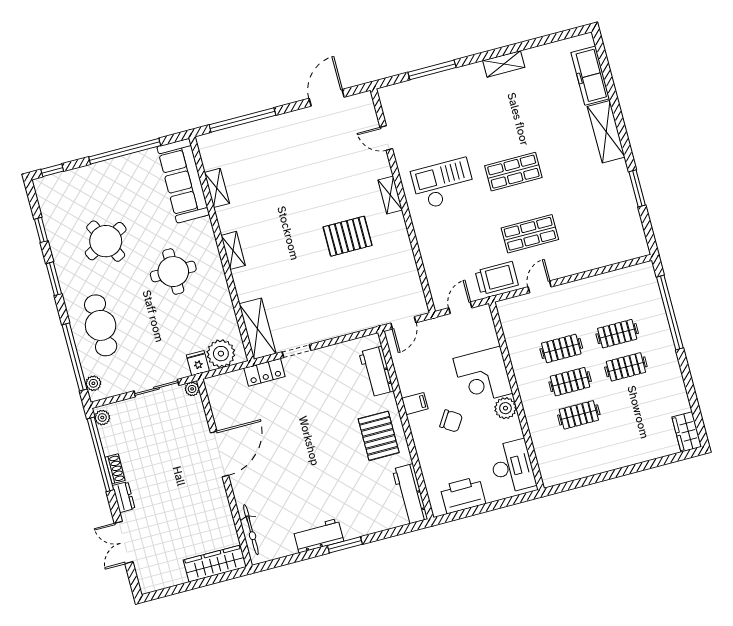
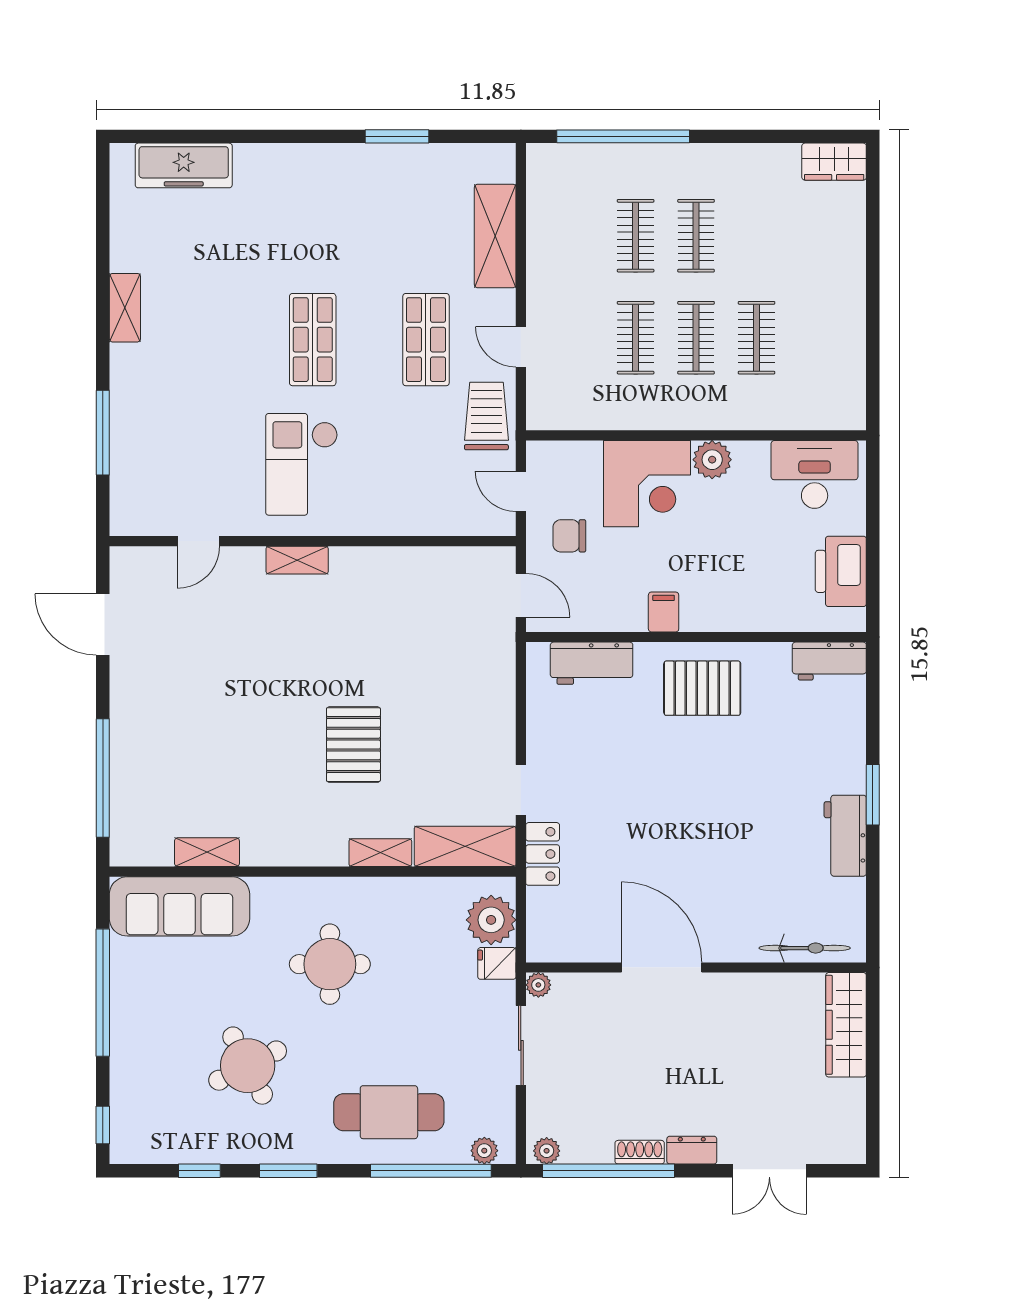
shelving: (606, 132) -> (495, 236), moved, turned 90
pallet: (348, 236) -> (353, 745), moved
shelving: (233, 250) -> (380, 853), moved
chair: (451, 421) -> (569, 536), moved, turned -123
workbench: (410, 494) -> (829, 661), width x0.73

